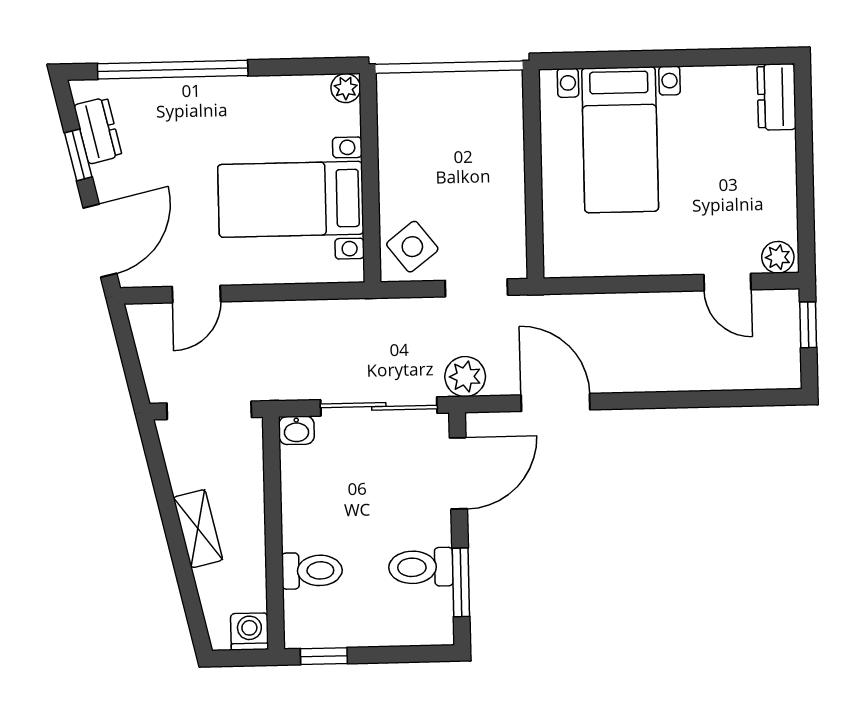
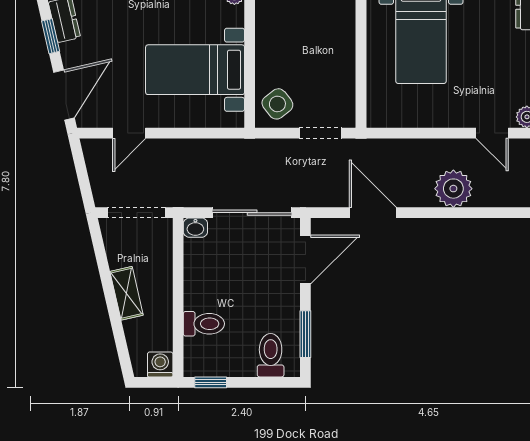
plant: (465, 377) -> (453, 189), moved, width x1.36, depth x1.36
toilet: (421, 567) -> (271, 355), moved, turned 90

